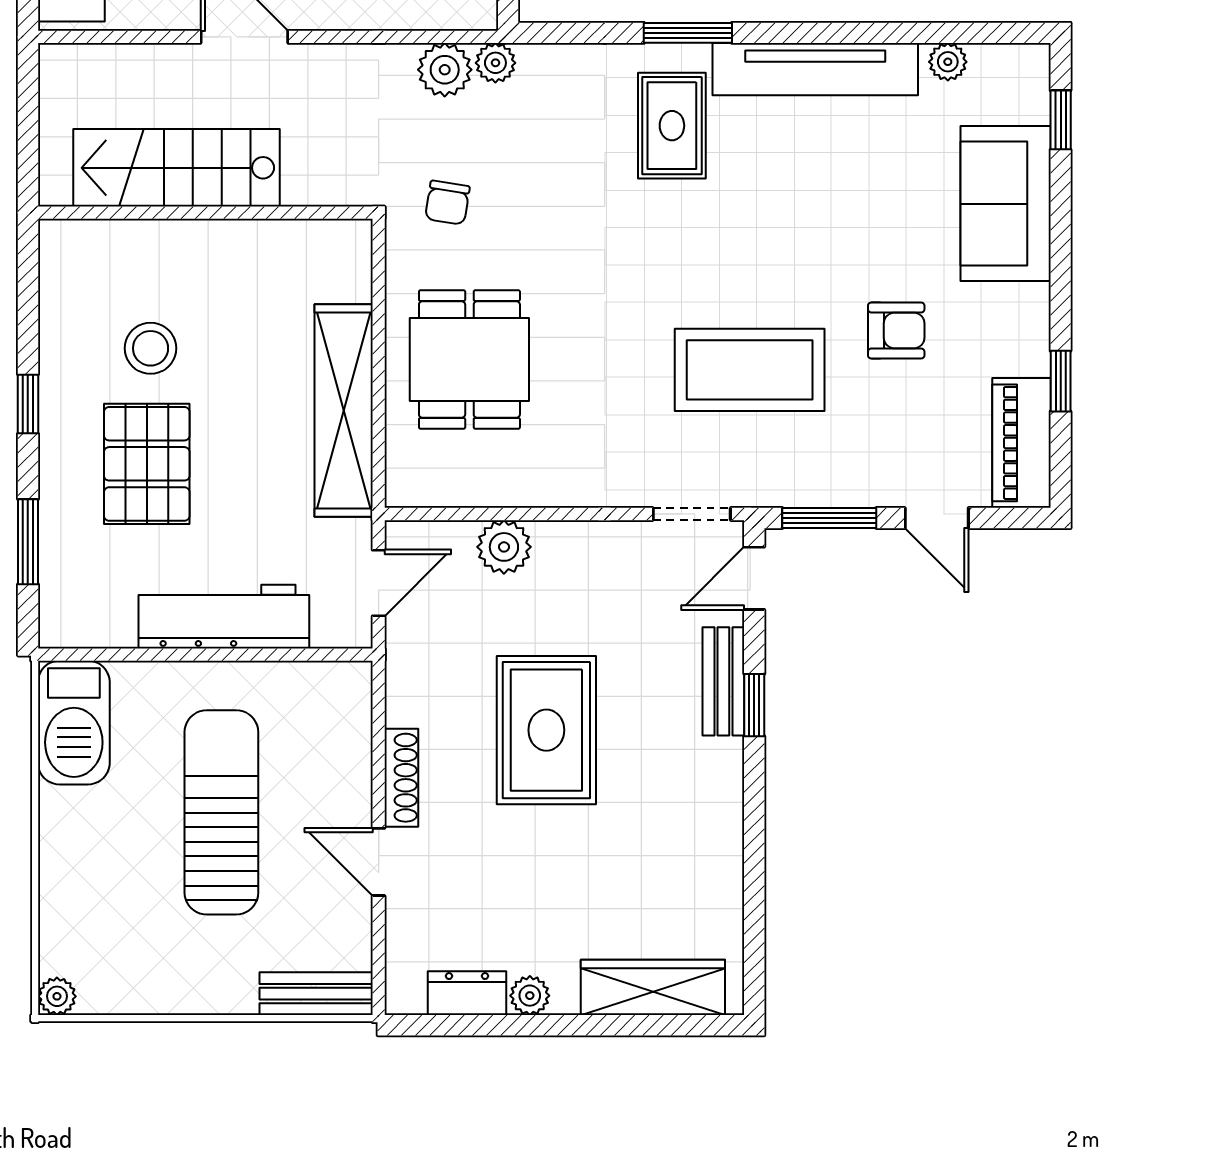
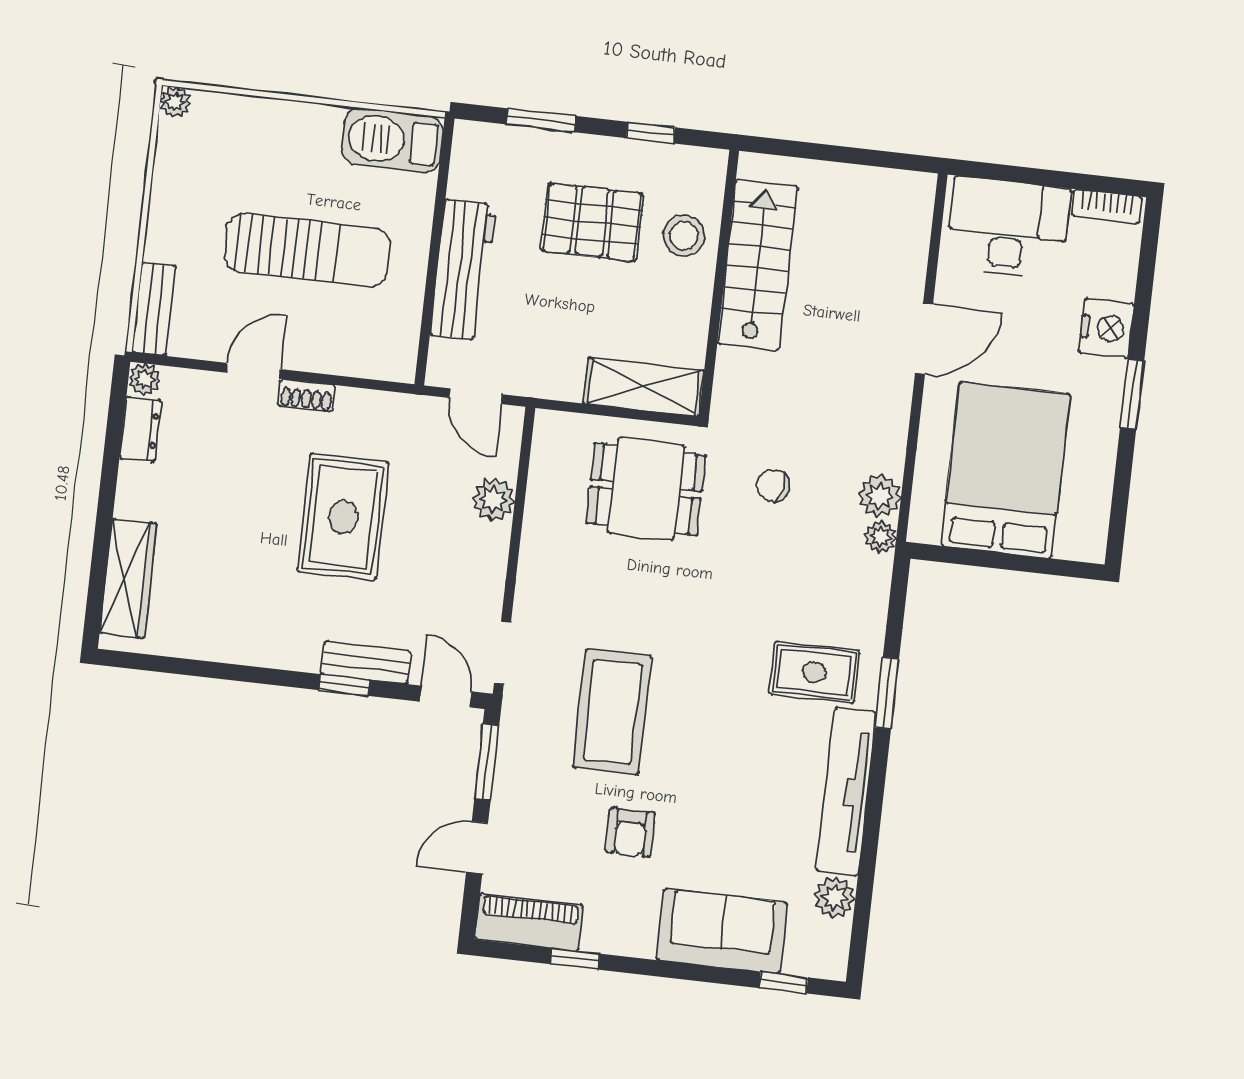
plant: (948, 62) -> (835, 897), width x1.38, depth x1.38
stairs: (176, 168) -> (758, 265), moved
wall: (205, 213) -> (719, 284), moved
shelving: (344, 410) -> (644, 387), width x0.68
rug: (546, 730) -> (343, 517), turned 90
shoe rack: (401, 778) -> (307, 395), width x0.70
plant: (530, 996) -> (144, 379), moved

